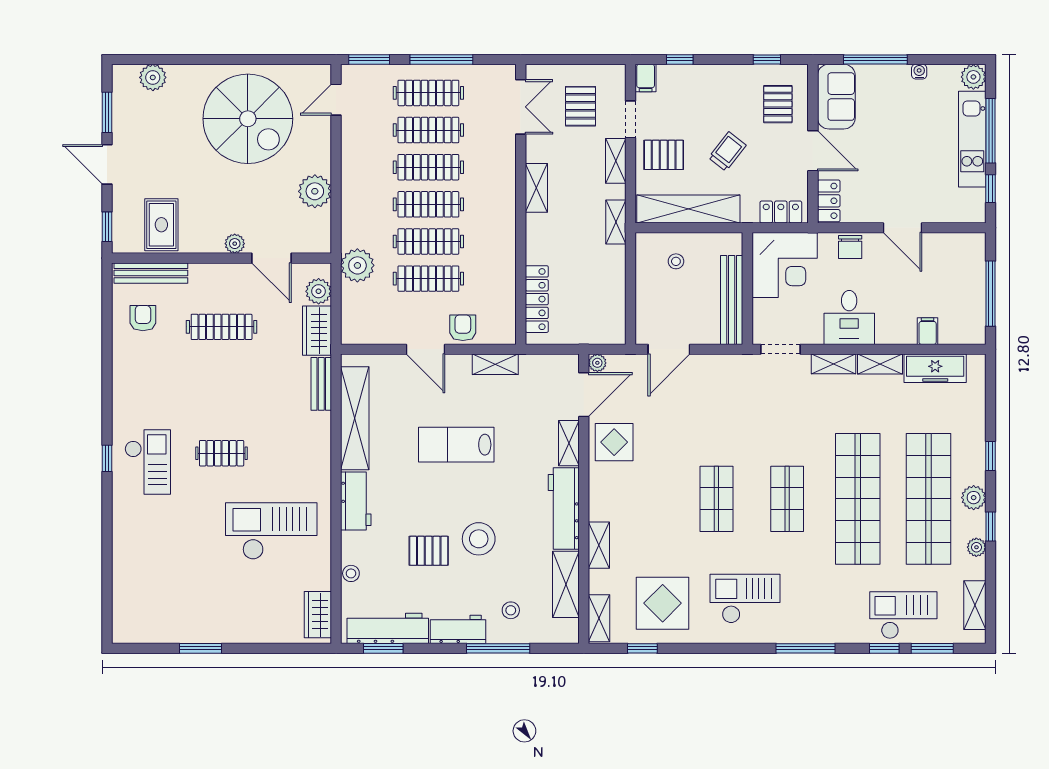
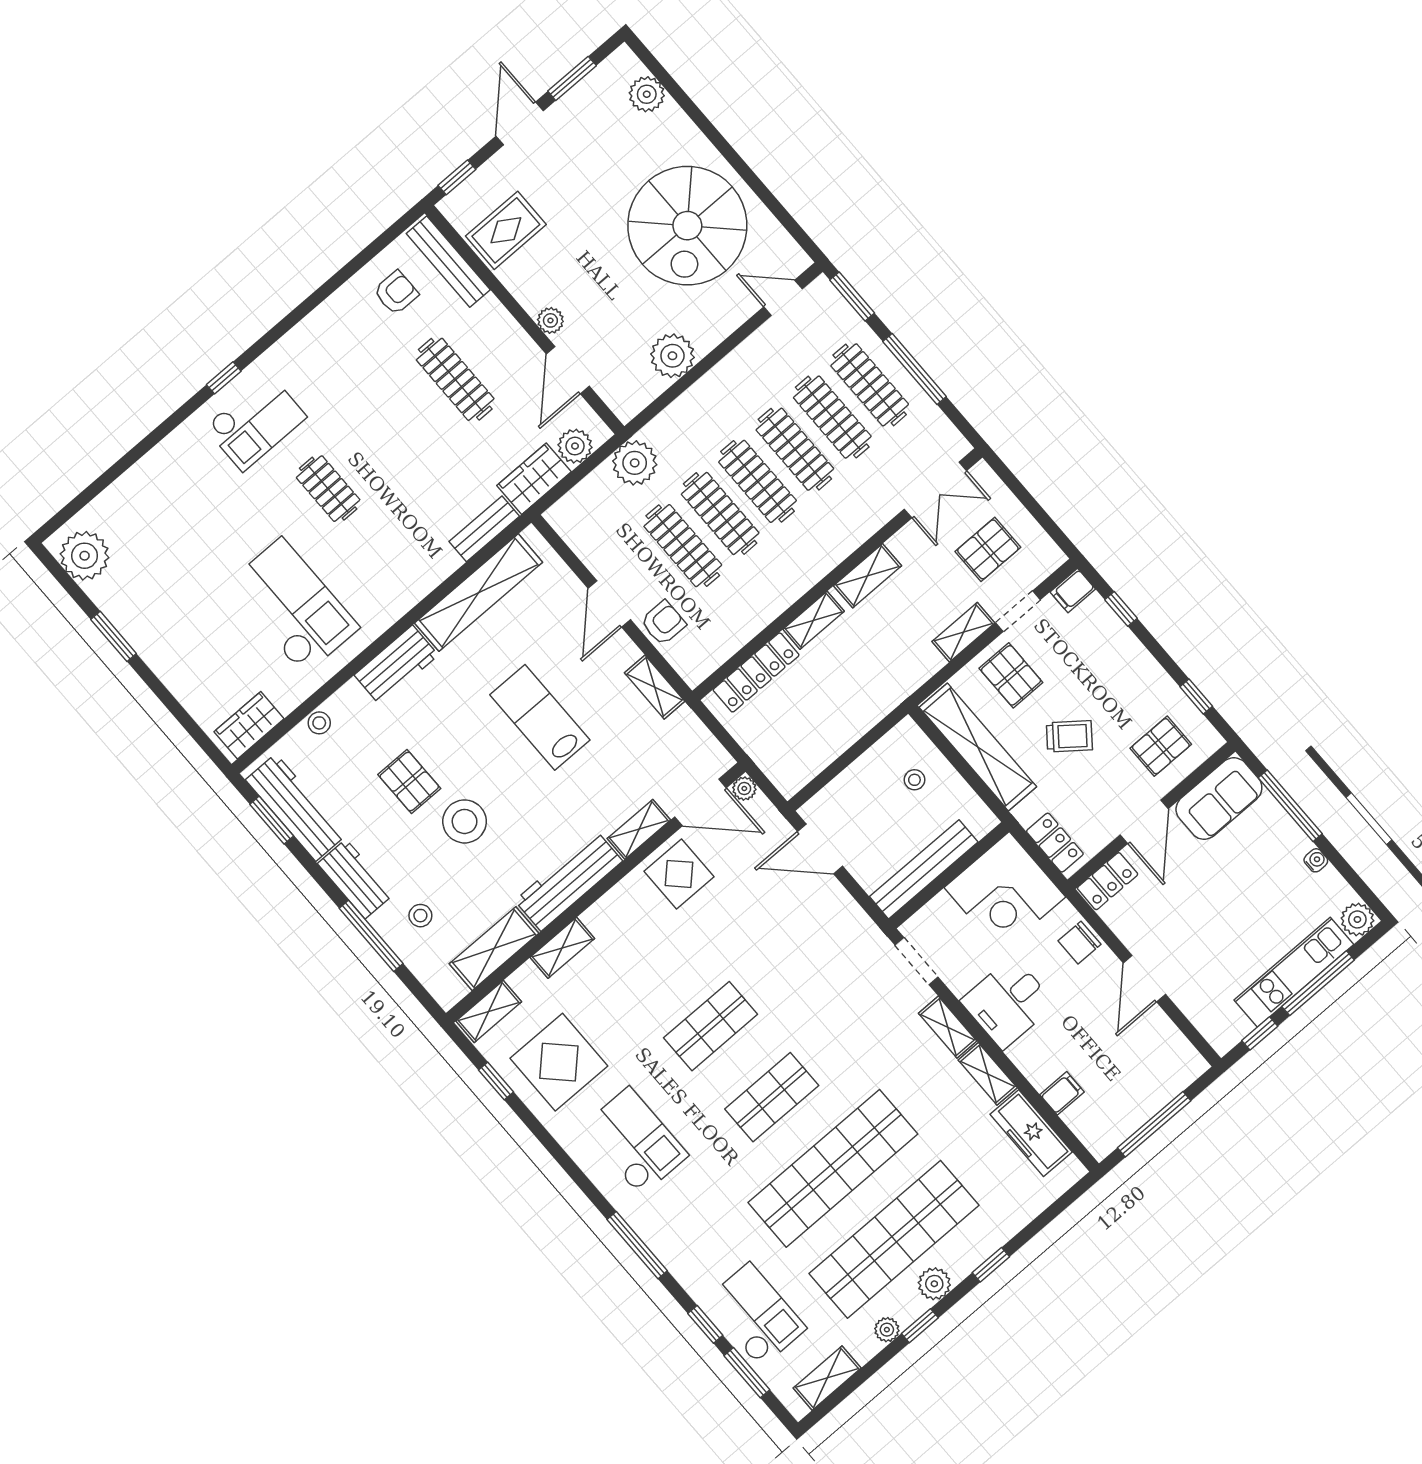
shelving: (616, 222) -> (814, 620), moved
plant: (140, 625) -> (85, 556), added

